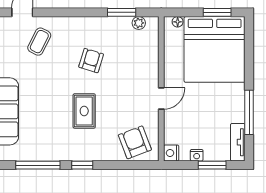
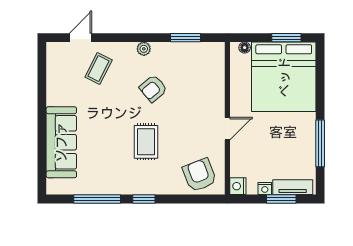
plant: (139, 23) -> (144, 49), moved
armchair: (91, 61) -> (153, 89), turned -147
tv unit: (238, 142) -> (293, 187), moved, turned 90

